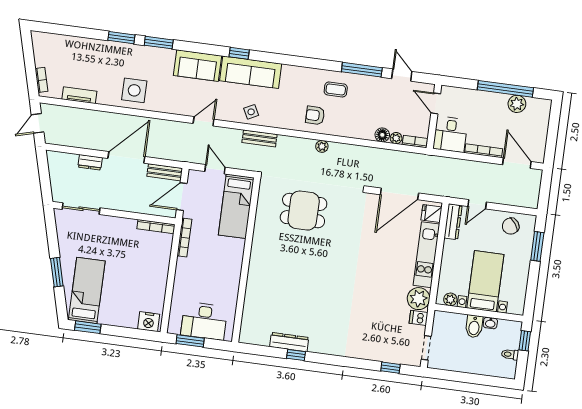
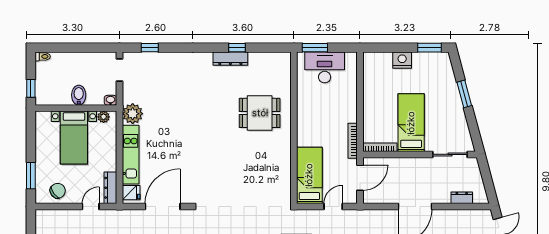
dresser: (90, 162) -> (462, 198), moved
door: (215, 169) -> (333, 207), swing flipped
bench: (165, 172) -> (378, 198), removed
dining table: (304, 211) -> (260, 113), moved
bed: (87, 290) -> (411, 123), moved, turned 180
dishwasher: (419, 318) -> (130, 96), removed
nightstand: (149, 322) -> (402, 60), moved
washbasin: (490, 323) -> (111, 100), moved
window: (190, 341) -> (315, 48), moved
dresser: (289, 342) -> (230, 59), moved
toilet: (510, 354) -> (43, 56), moved

